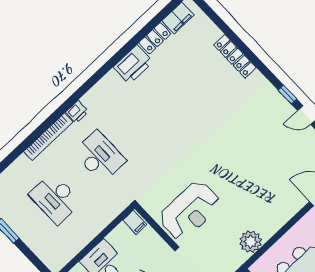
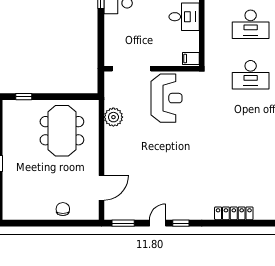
desk: (55, 198) -> (251, 24), turned 180
reception desk: (190, 211) -> (167, 98), turned 180

